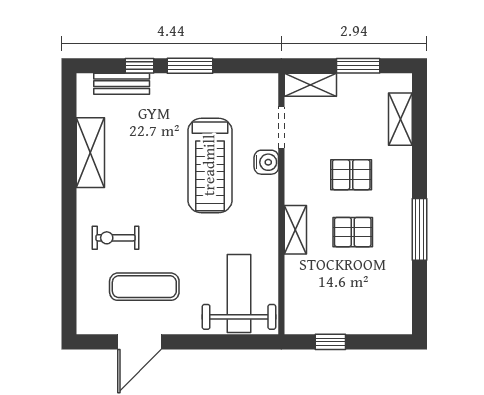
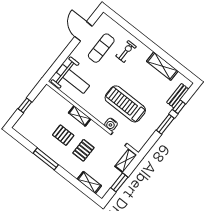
pallet: (353, 232) -> (63, 135), turned 90
window: (330, 342) -> (25, 105), moved

